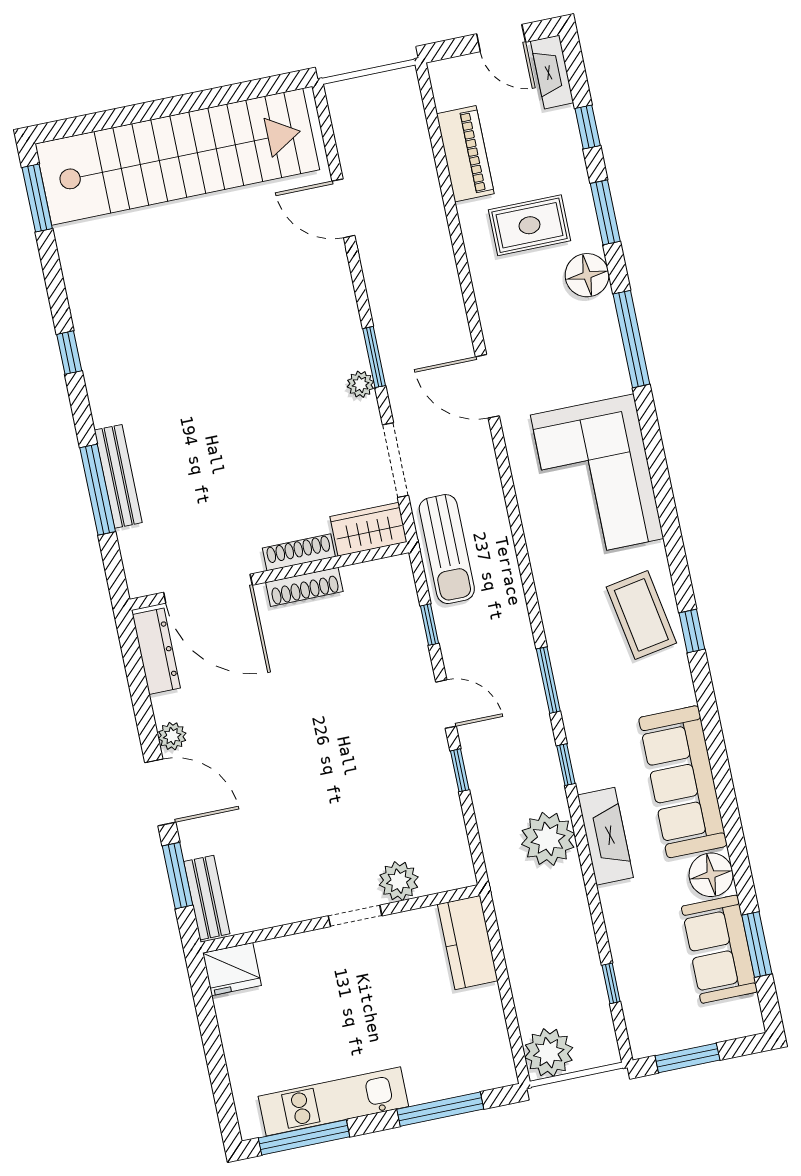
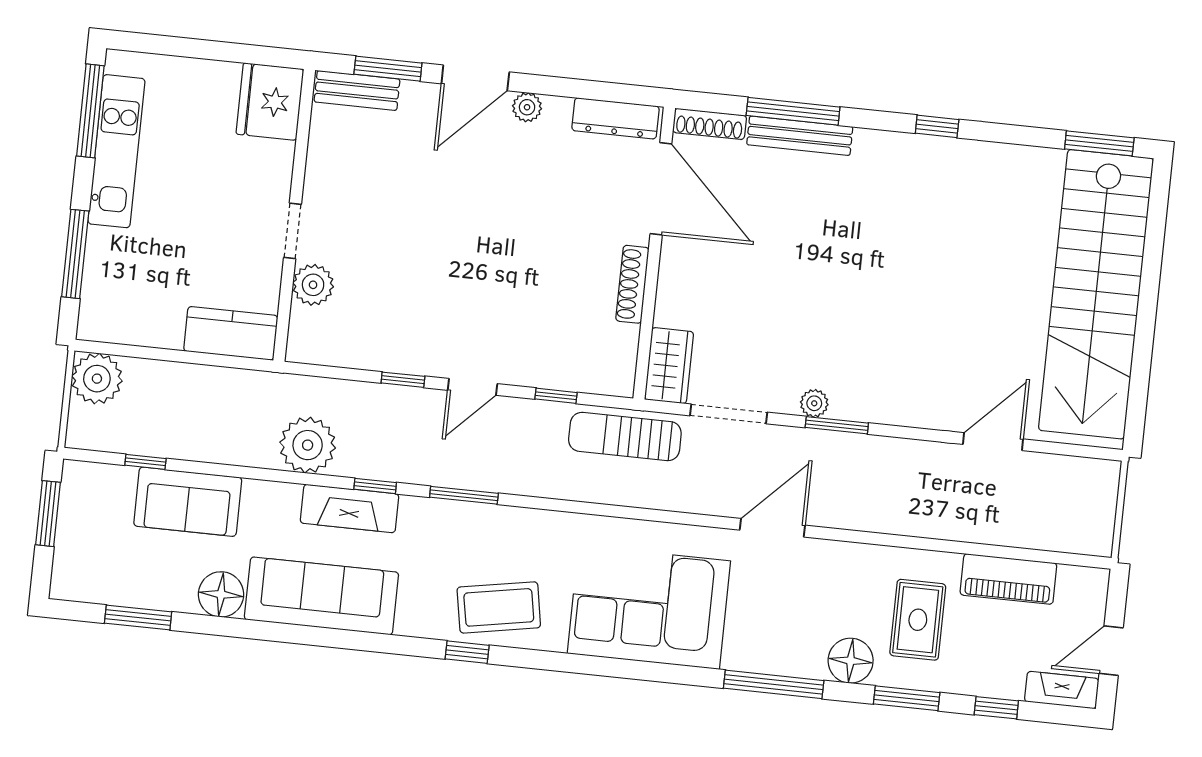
shoe rack: (299, 552) -> (710, 124), moved, turned 90
door: (208, 589) -> (661, 189), swing flipped
fireplace: (605, 836) -> (350, 508), moved
sofa: (719, 949) -> (188, 502), moved, turned 180
fridge: (232, 969) -> (270, 102), width x1.36, depth x1.34

